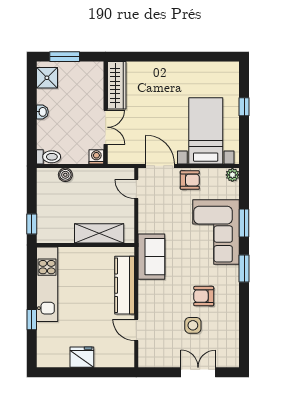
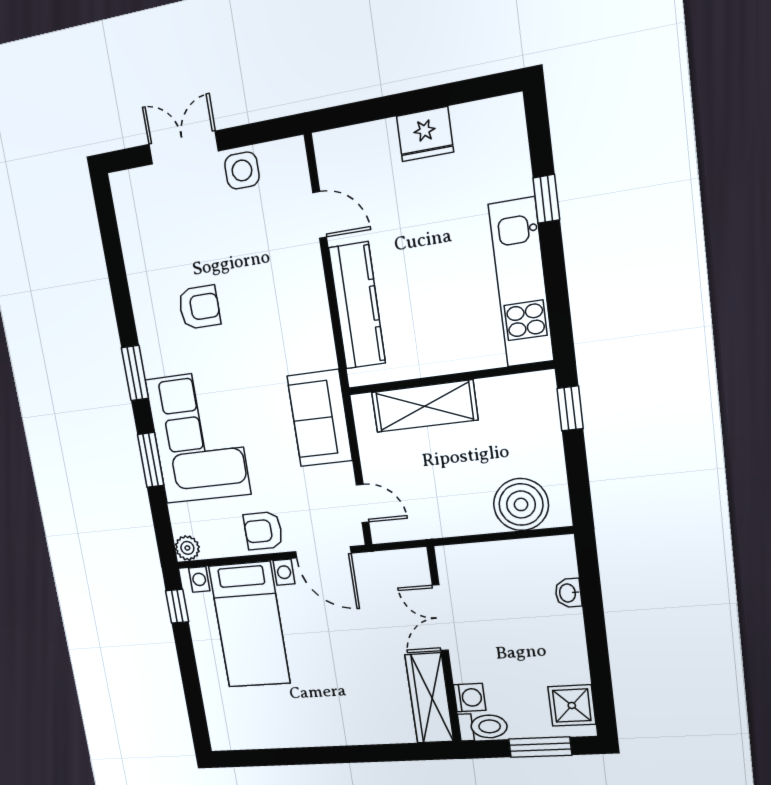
window: (244, 107) -> (177, 606), moved
washbasin: (42, 112) -> (568, 593), moved
toilet: (49, 157) -> (483, 727), moved, turned 180
washing machine: (96, 157) -> (470, 698), moved, turned -90
boiler: (65, 175) -> (521, 505), width x1.86, depth x1.86
sofa: (151, 257) -> (320, 418), moved
side table: (193, 325) -> (242, 170), moved
double door: (198, 372) -> (183, 148), swing flipped

